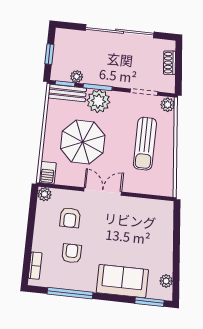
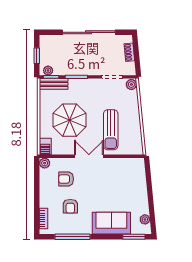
plant: (77, 77) -> (48, 71), moved
plant: (98, 101) -> (78, 87), removed
sun lounger: (145, 144) -> (111, 130), moved
armchair: (70, 218) -> (66, 179), turned 90
armchair: (72, 253) -> (70, 206), turned 180

